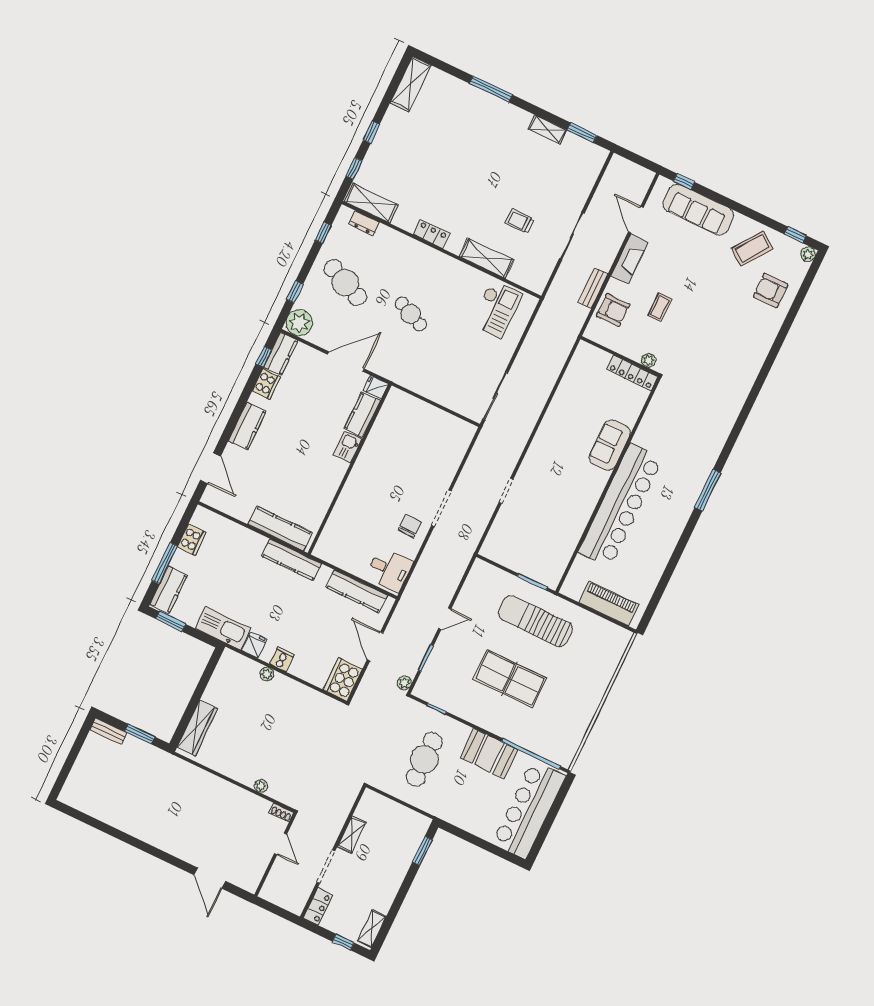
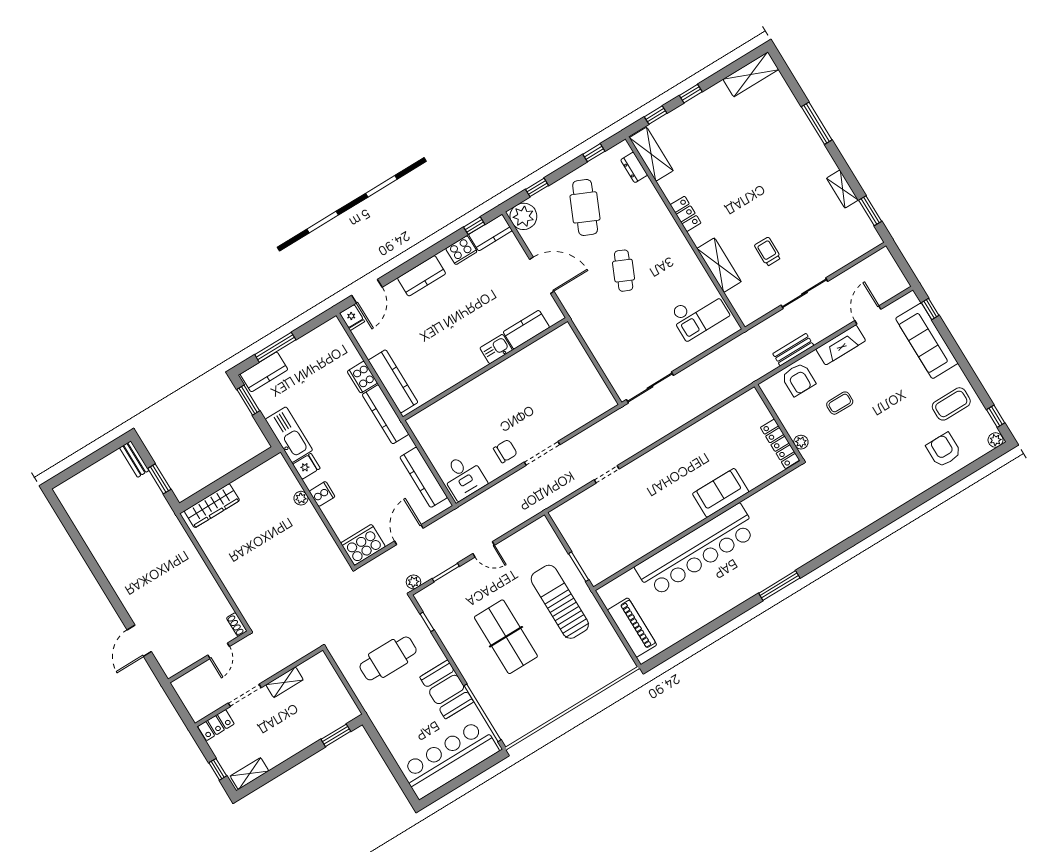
coffee table: (752, 248) -> (951, 404), turned -36
fridge: (376, 387) -> (352, 317), moved, turned 180
cooker: (192, 540) -> (362, 377), moved, turned 90
plant: (261, 786) -> (234, 591), removed

